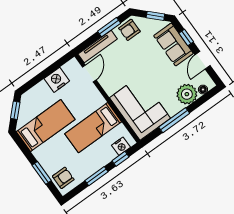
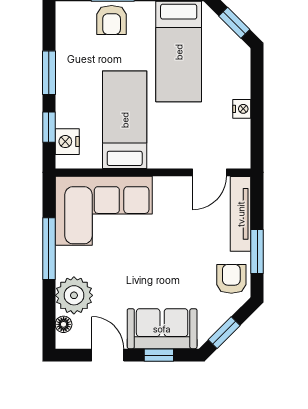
door: (89, 73) -> (210, 172), hinge flipped
nightstand: (57, 80) -> (242, 109), width x0.53, depth x0.56
armchair: (63, 178) -> (112, 20), moved

